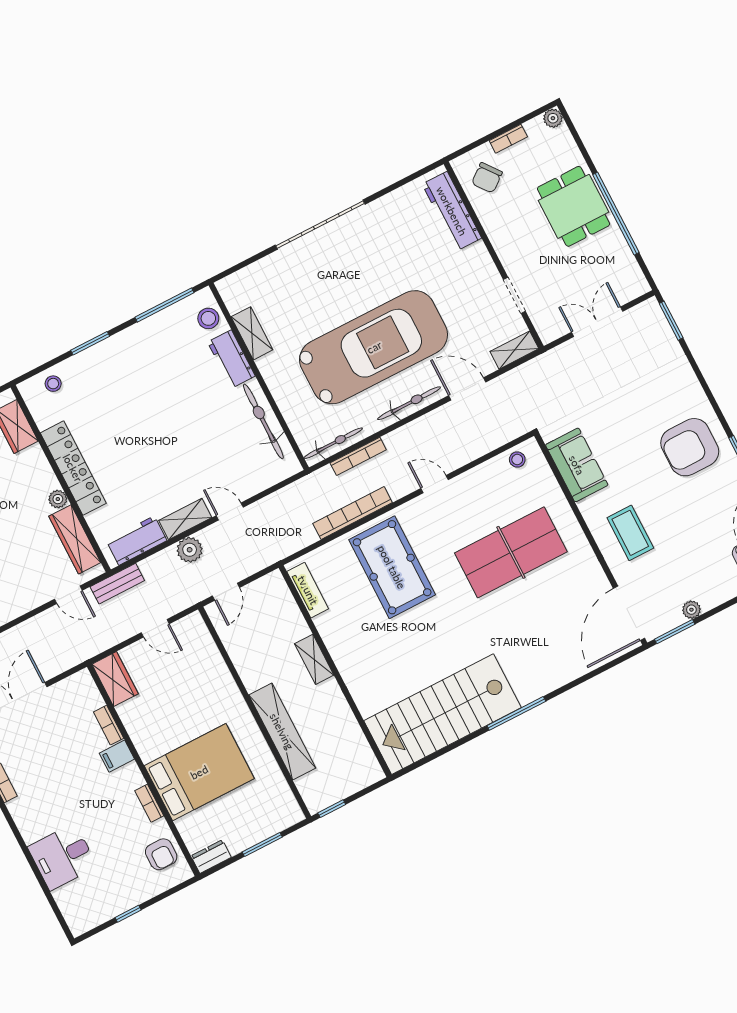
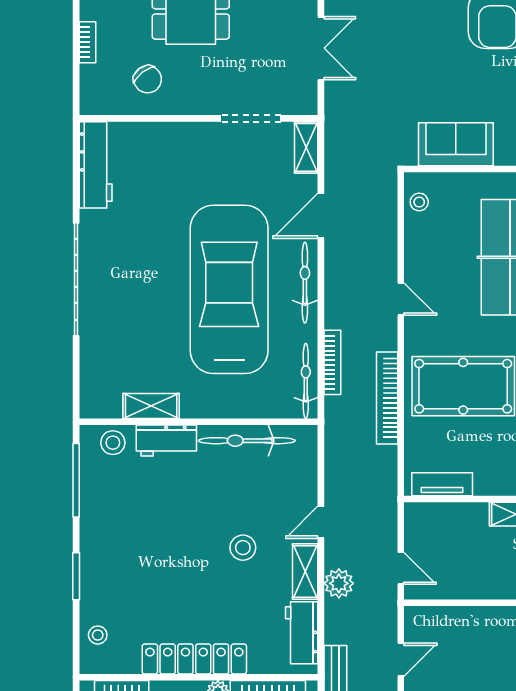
chair: (487, 178) -> (148, 79), moved
workbench: (452, 211) -> (96, 165), moved, turned -90
doorway: (514, 295) -> (250, 118), width x1.38
double door: (597, 322) -> (321, 48), swing flipped
stool: (179, 461) -> (243, 548), added
door: (435, 484) -> (401, 299), swing flipped

